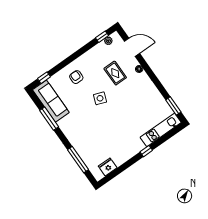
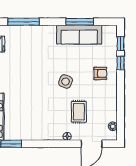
window: (102, 37) -> (121, 63), moved
rug: (115, 73) -> (79, 112), turned 90
sofa: (51, 101) -> (79, 35), moved

